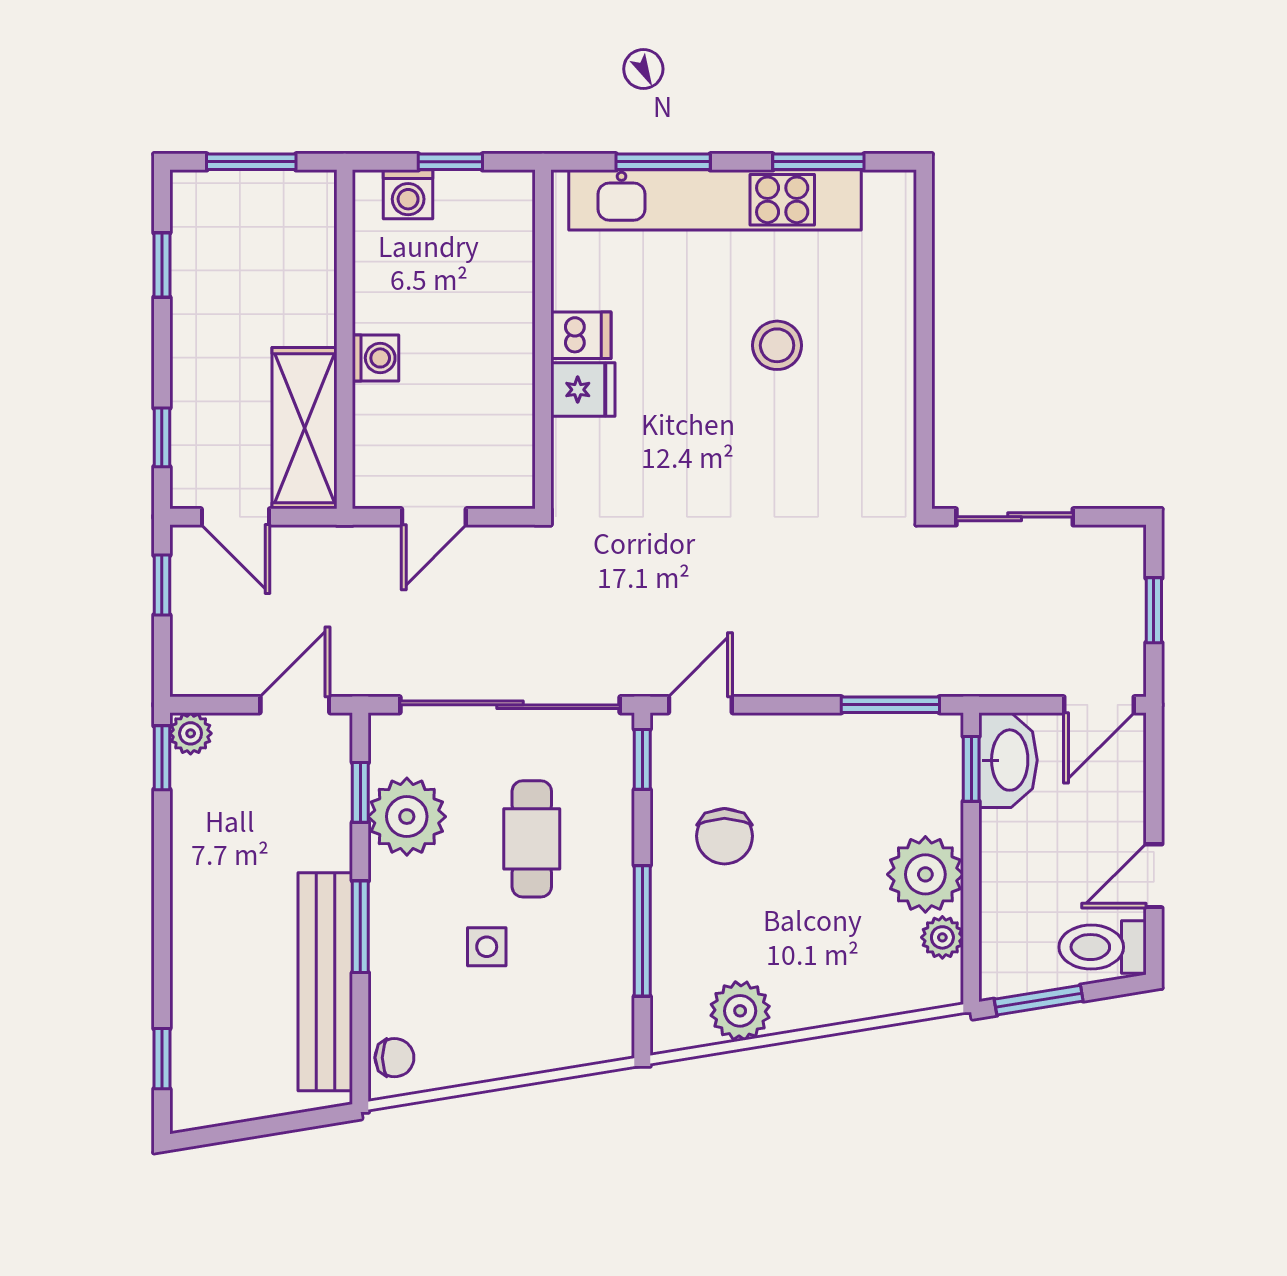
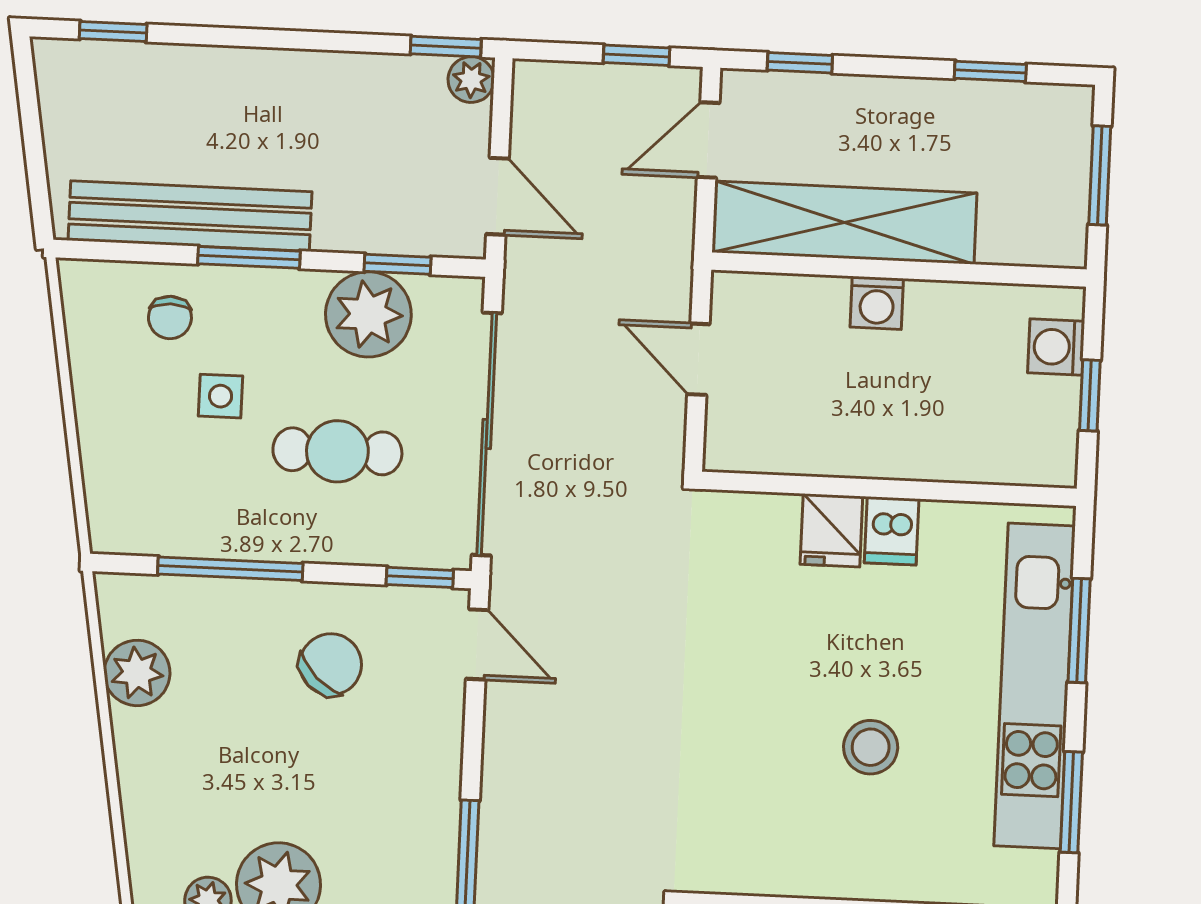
shelving: (304, 428) -> (844, 223), width x1.47
chair: (724, 836) -> (331, 664), turned 134
chair: (394, 1058) -> (170, 318), moved

